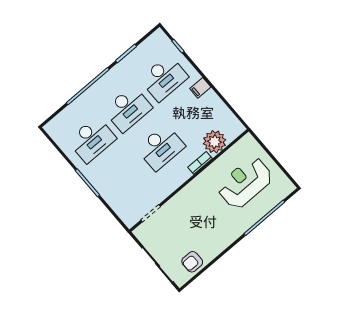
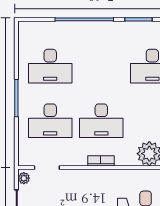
desk: (128, 109) -> (50, 121), moved
bookcase: (200, 163) -> (101, 161), moved
plant: (141, 235) -> (24, 178), added

